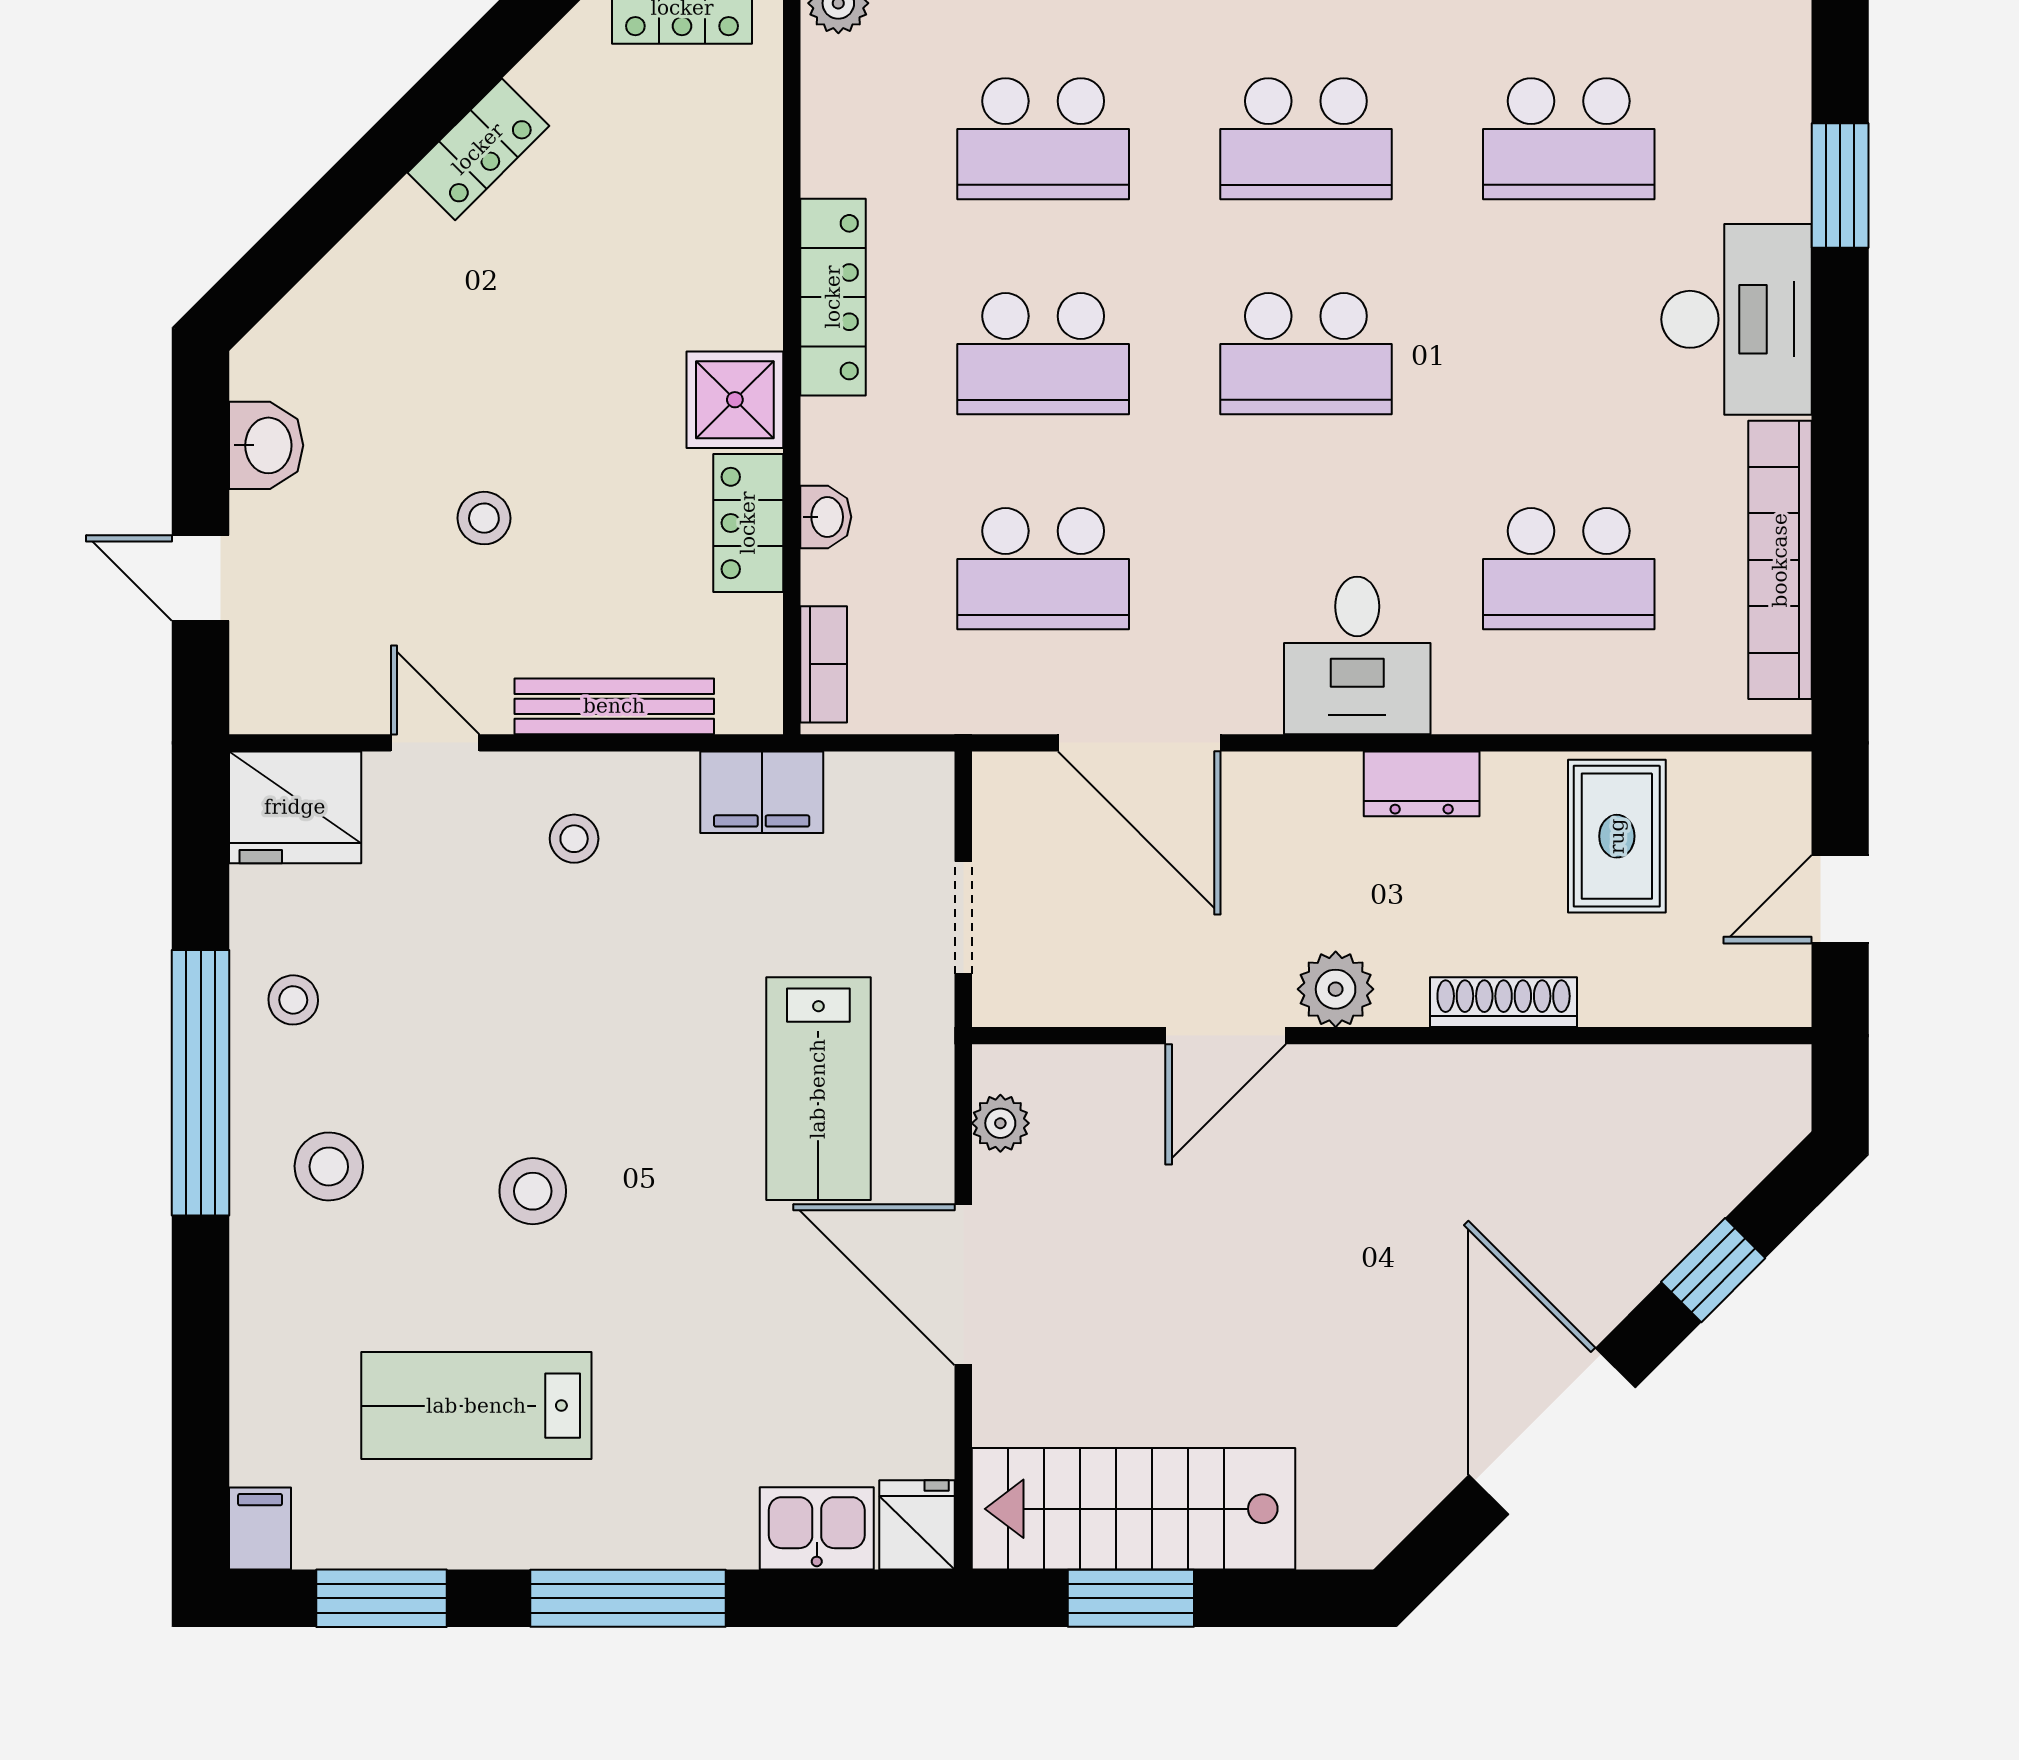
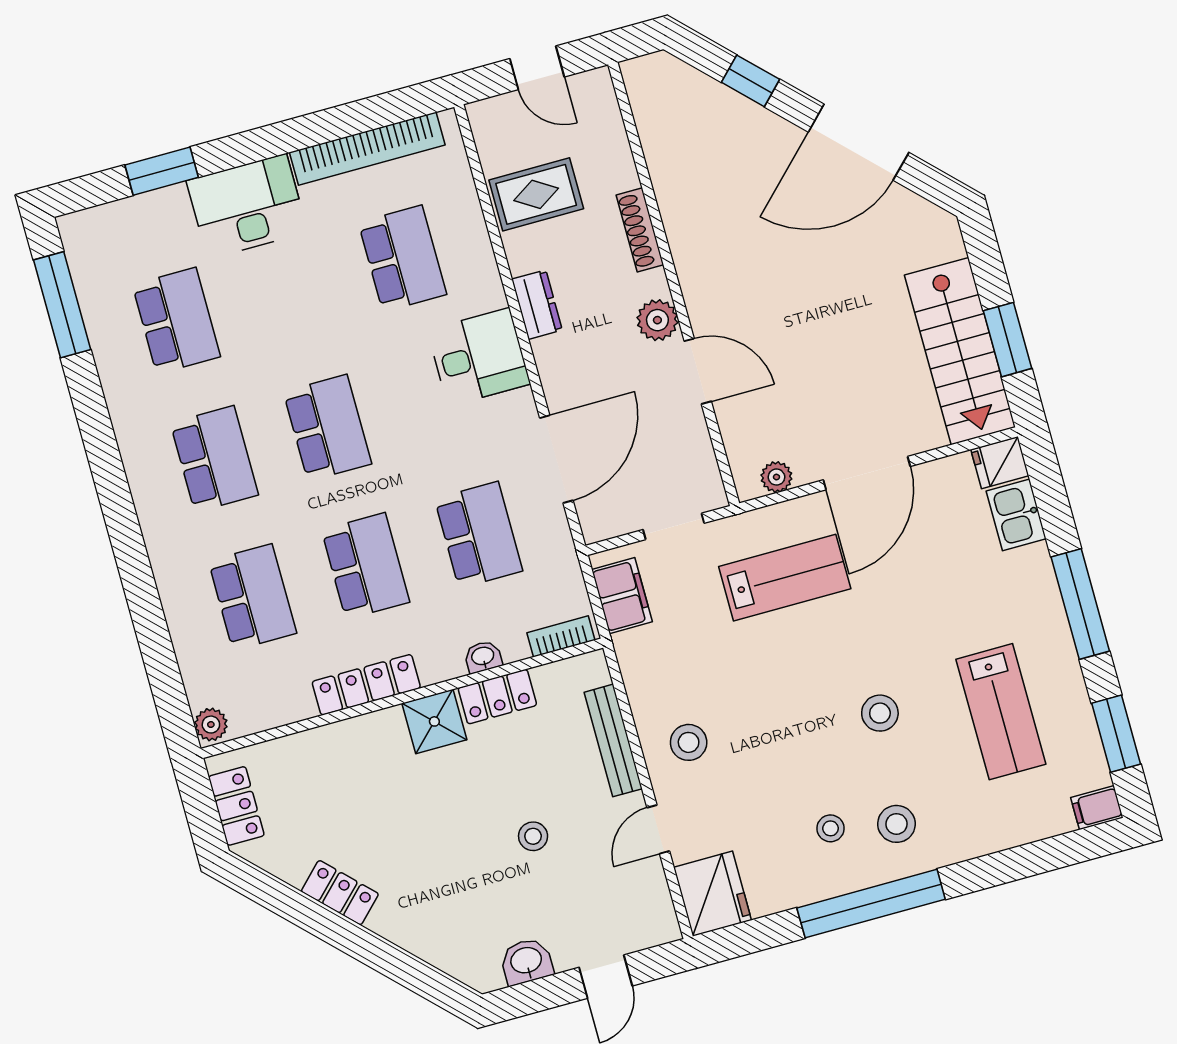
filing cabinet: (762, 792) -> (622, 596), moved
stool: (574, 839) -> (689, 742), width x1.37, depth x1.37
stool: (293, 1000) -> (831, 828), moved

